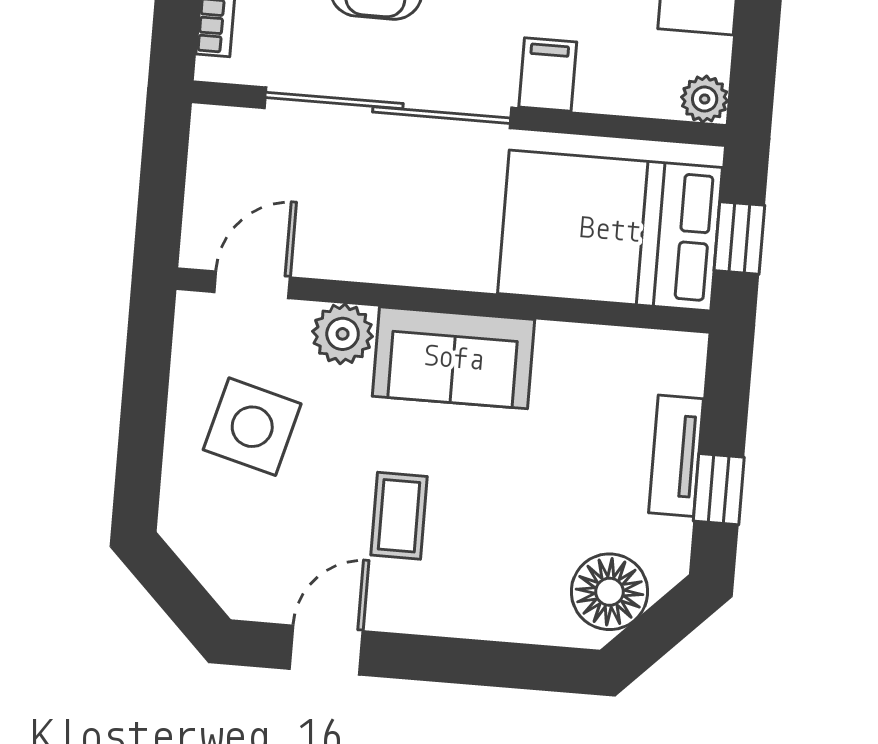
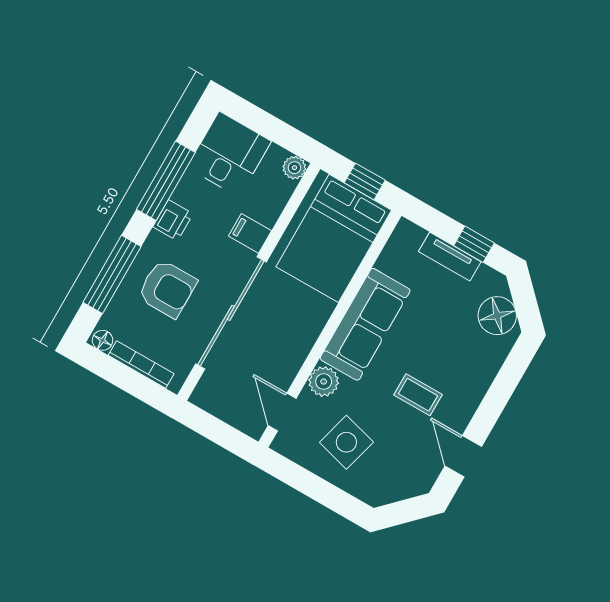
sofa: (453, 358) -> (365, 324), width x1.36

